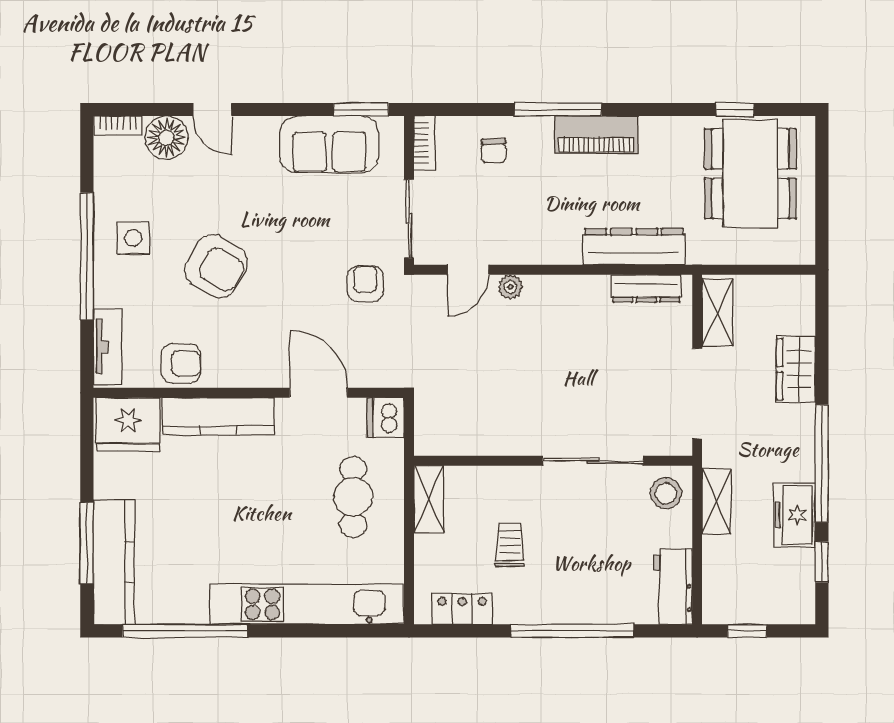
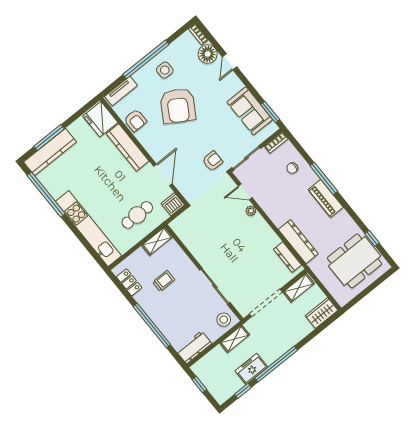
armchair: (216, 266) -> (178, 106), width x1.36, depth x1.36
wardrobe: (796, 369) -> (322, 313), moved

